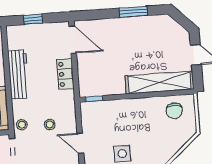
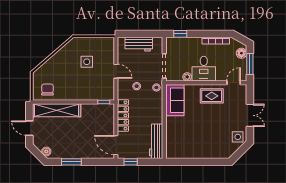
window: (33, 19) -> (131, 162), moved
boiler: (170, 24) -> (46, 152), added
workbench: (19, 74) -> (156, 141), moved
locker: (65, 74) -> (123, 115), width x1.53

